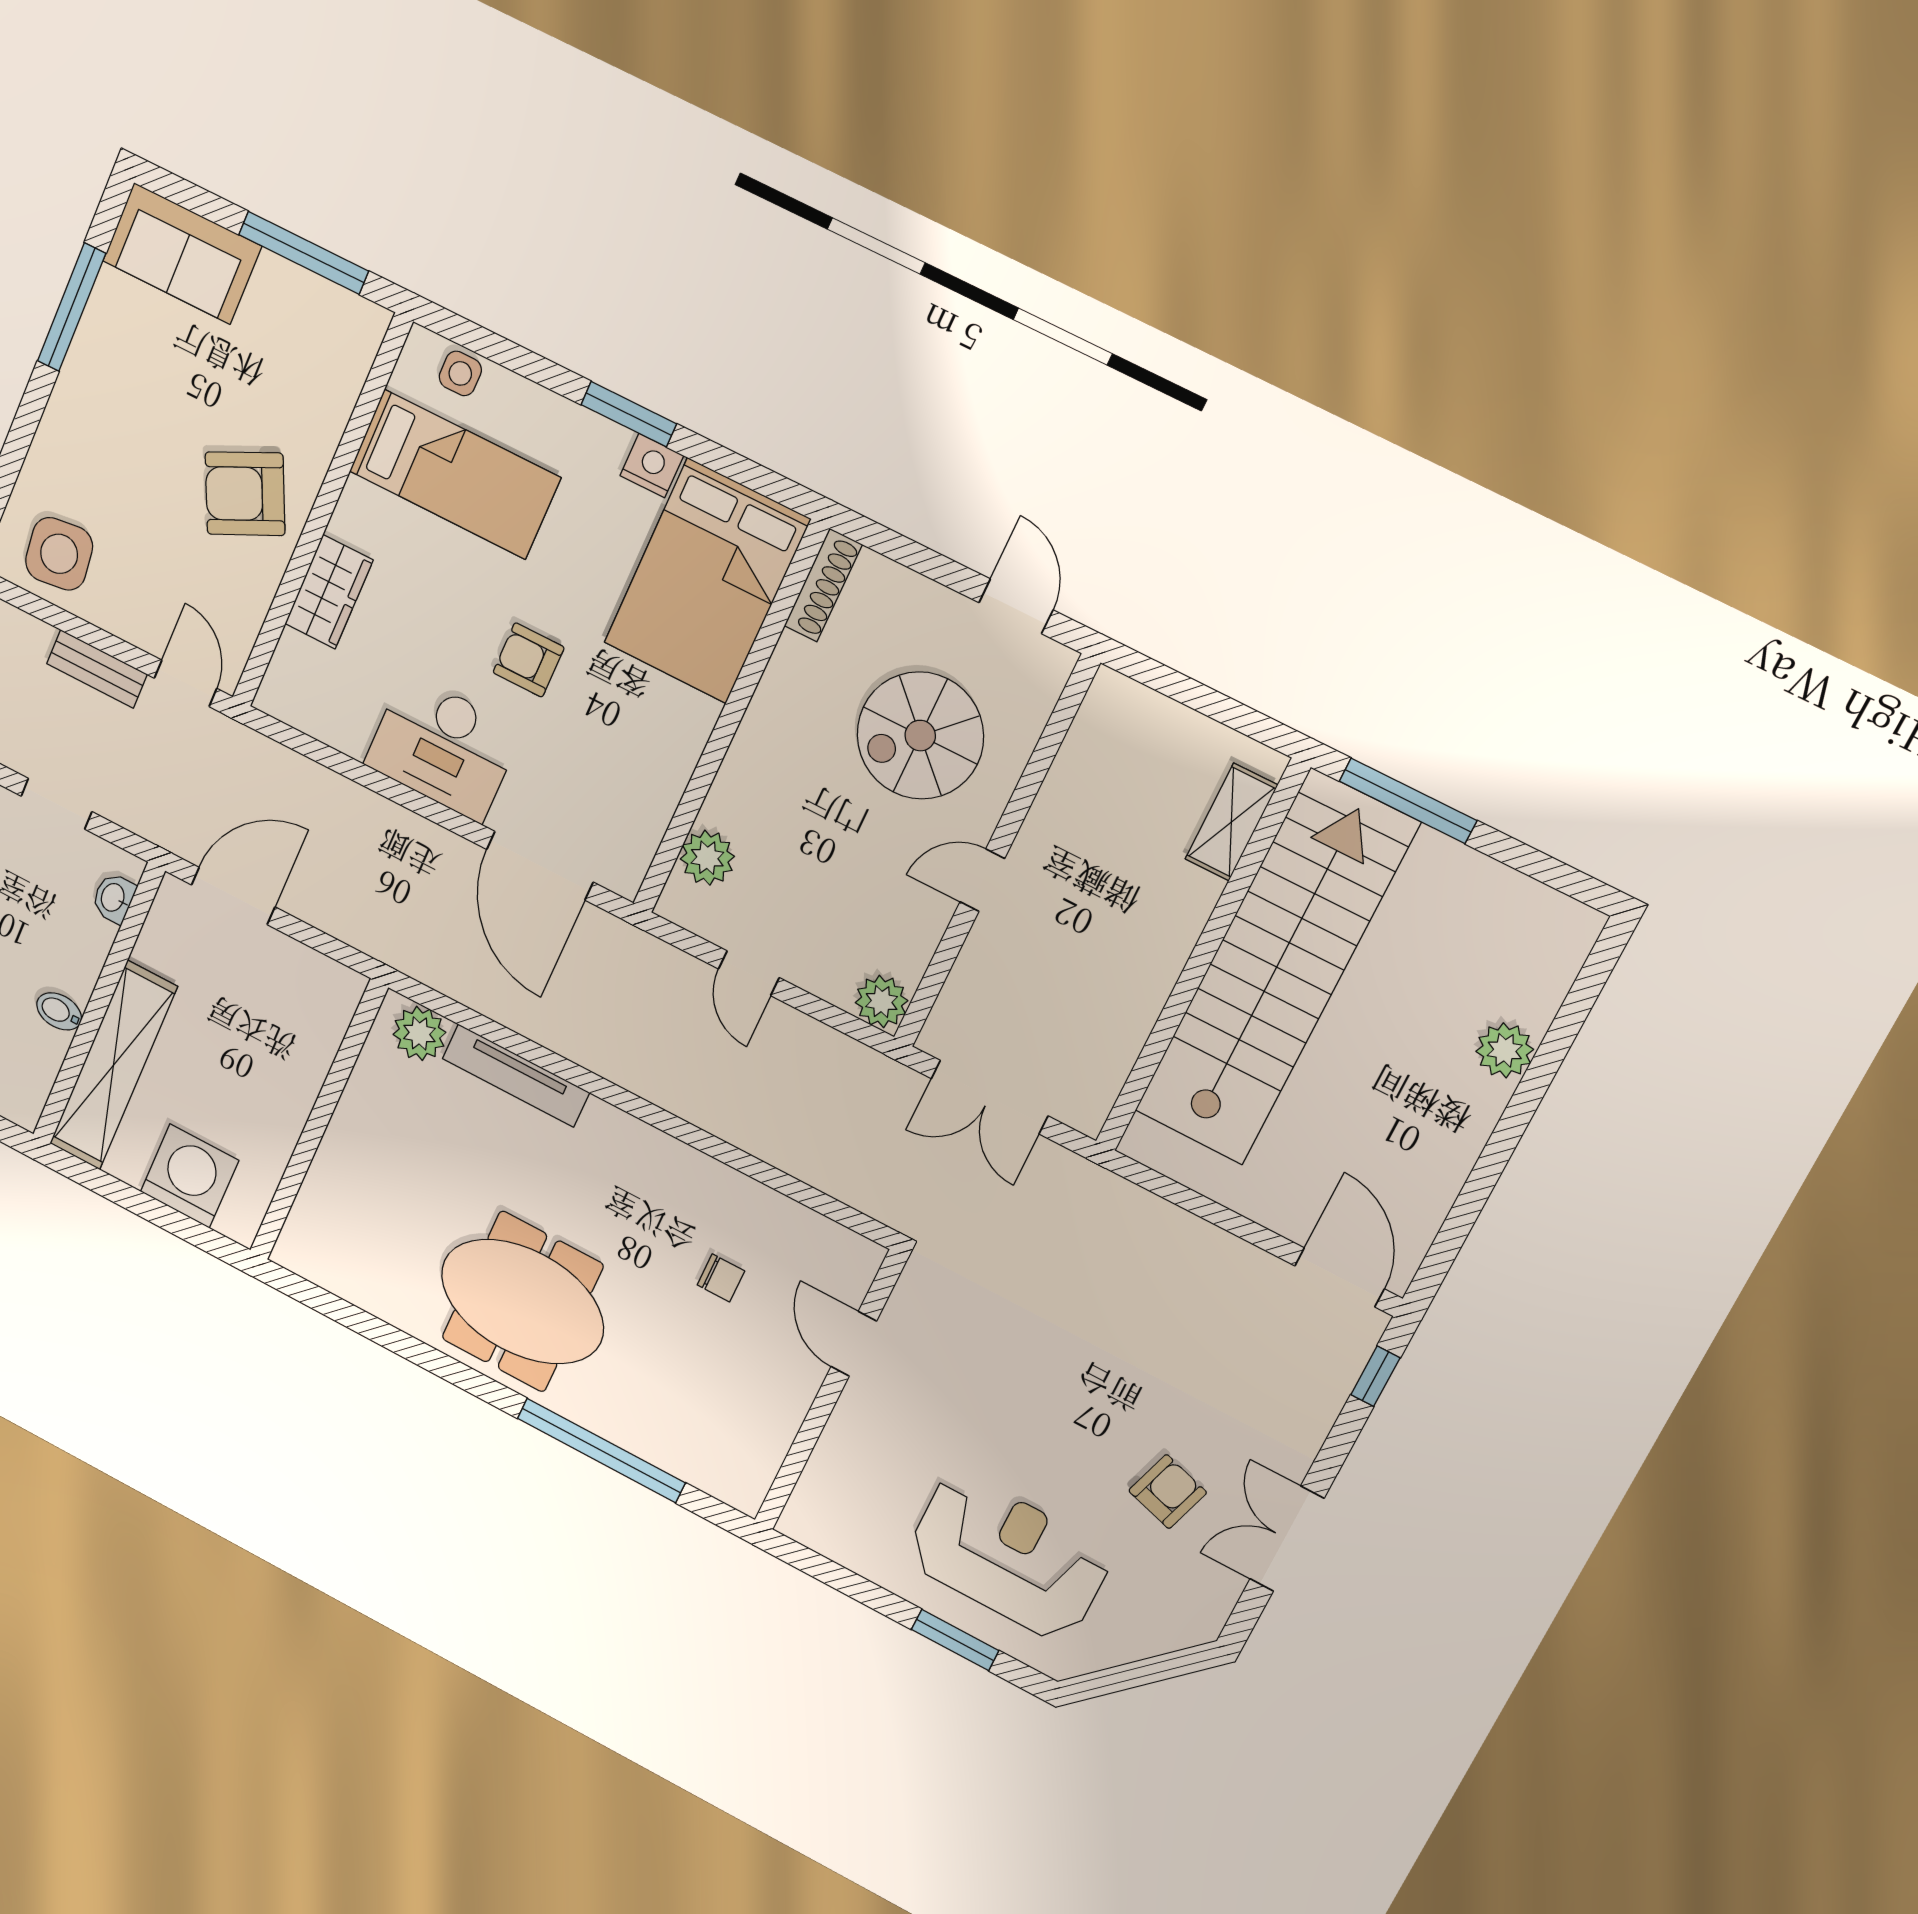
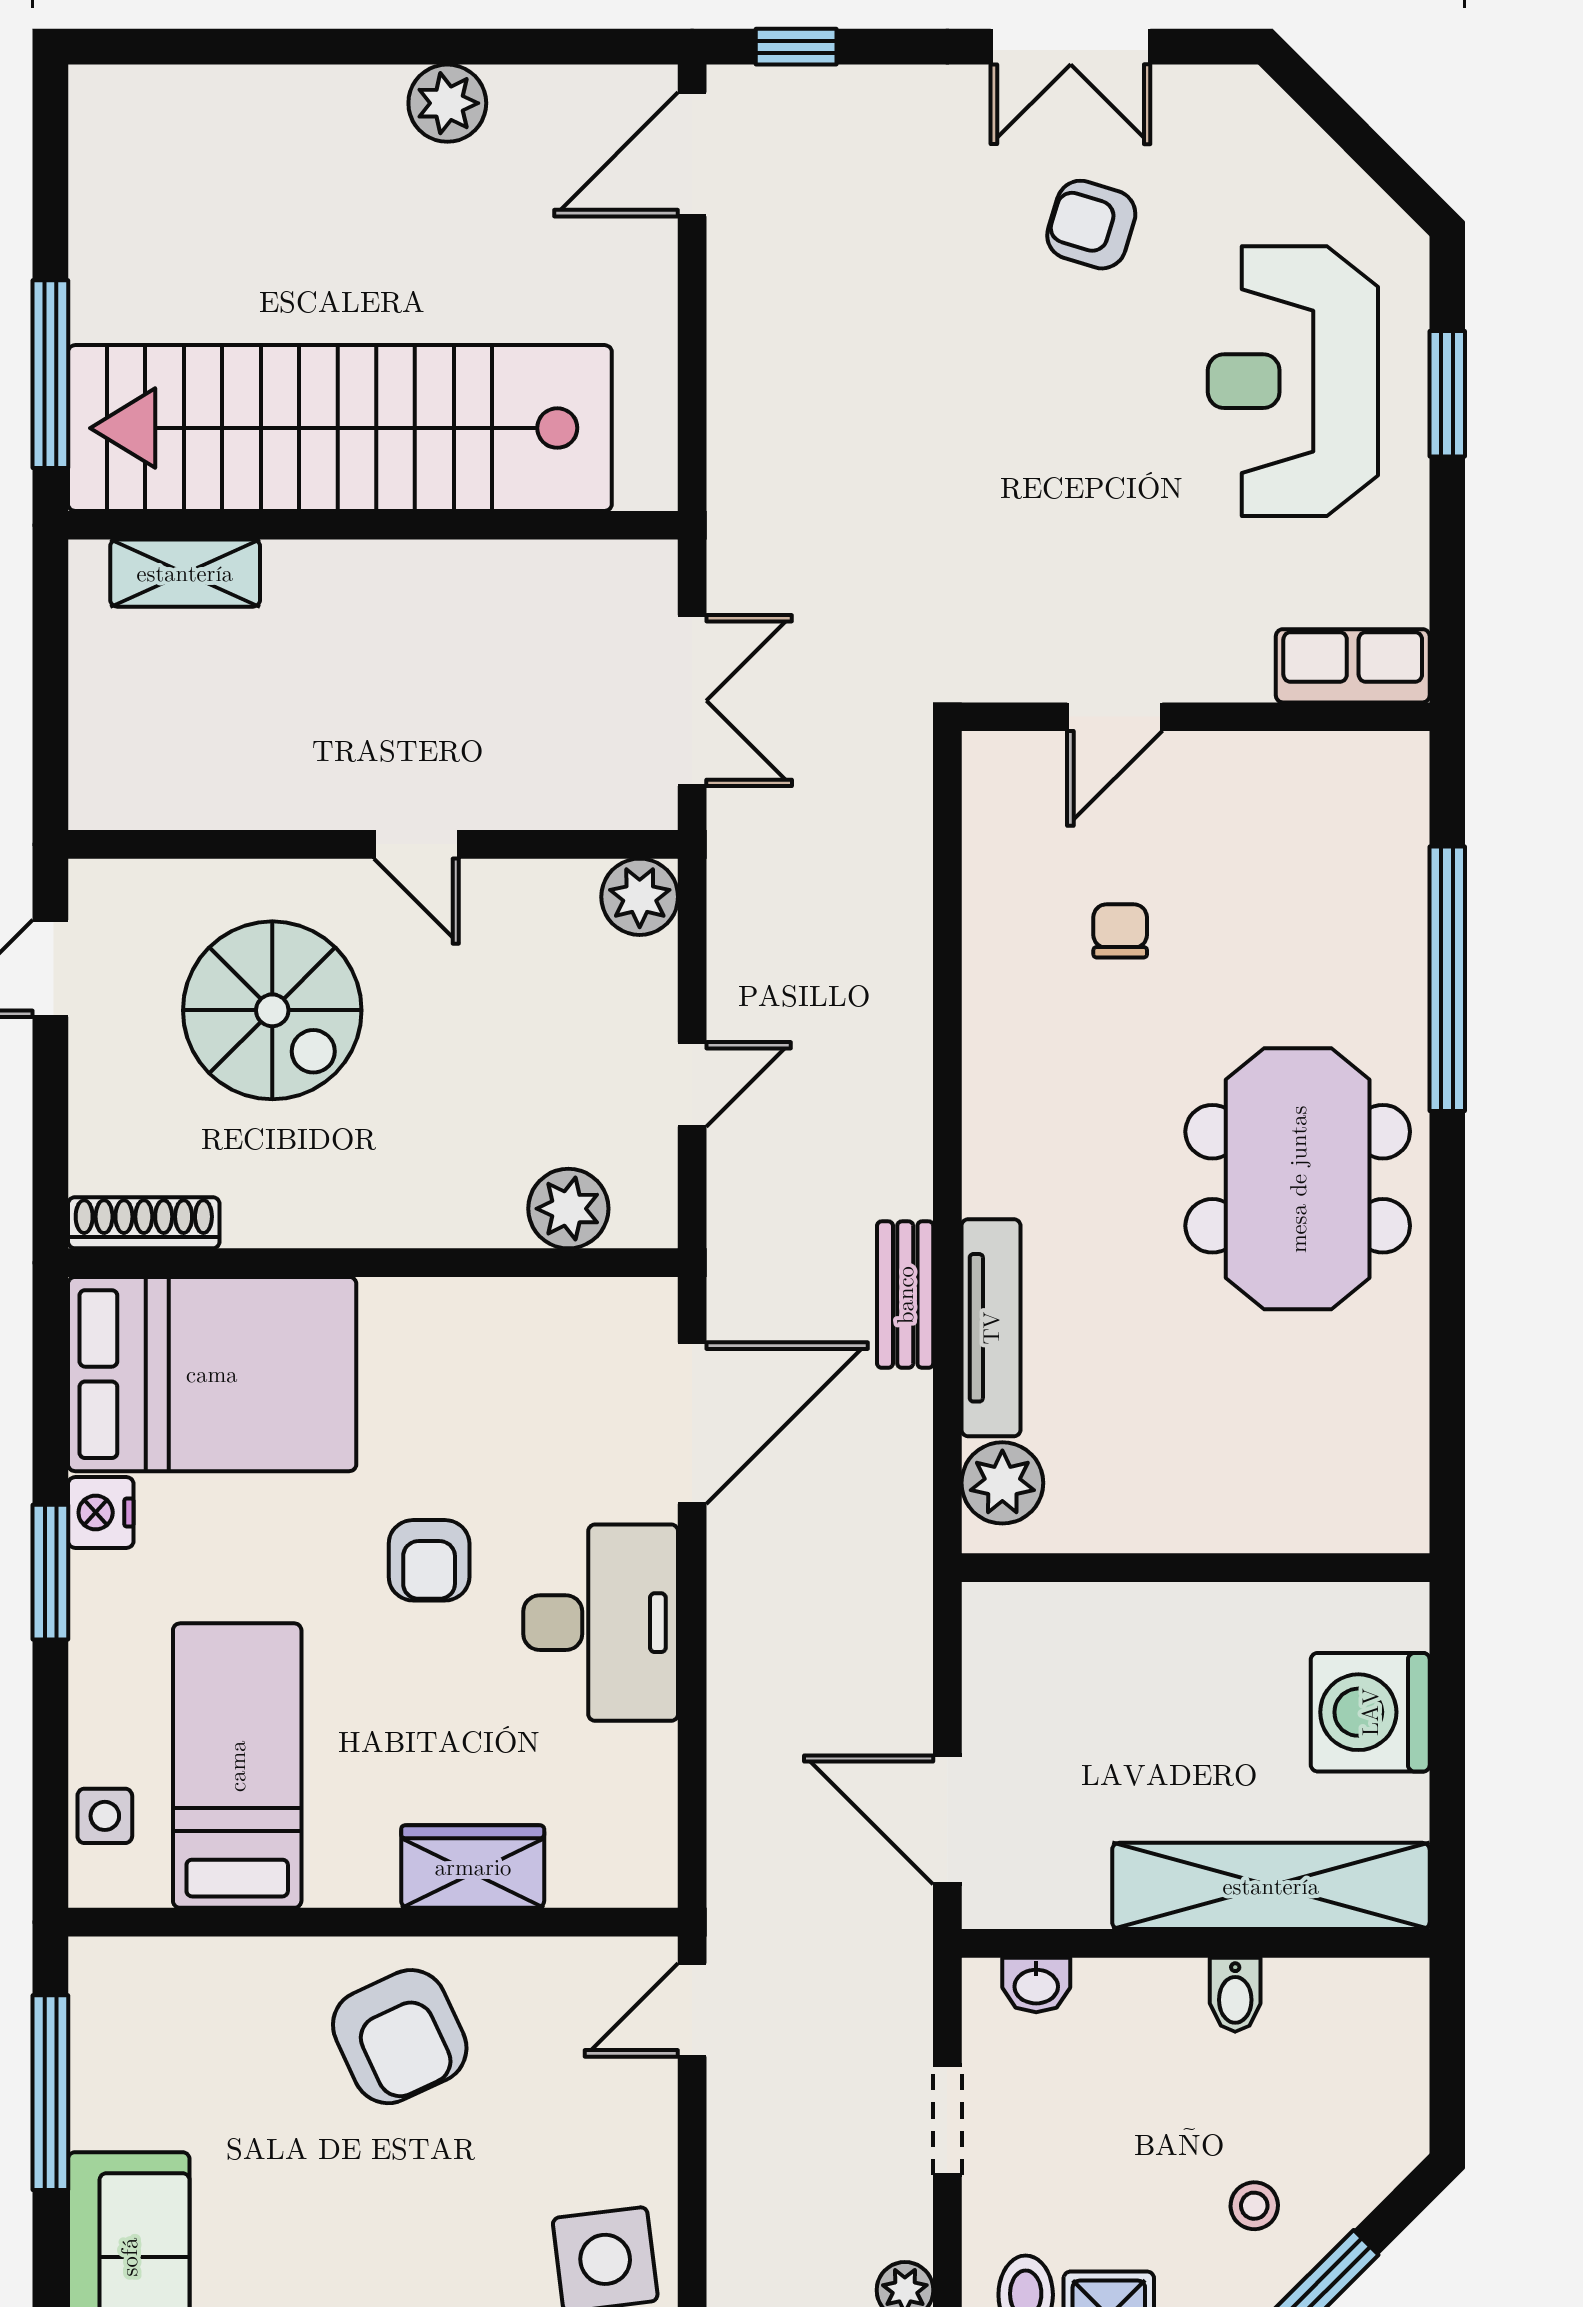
bench: (97, 669) -> (905, 1295), moved
plant: (1505, 1050) -> (447, 103), moved
row of seats: (816, 1498) -> (1353, 666), added

